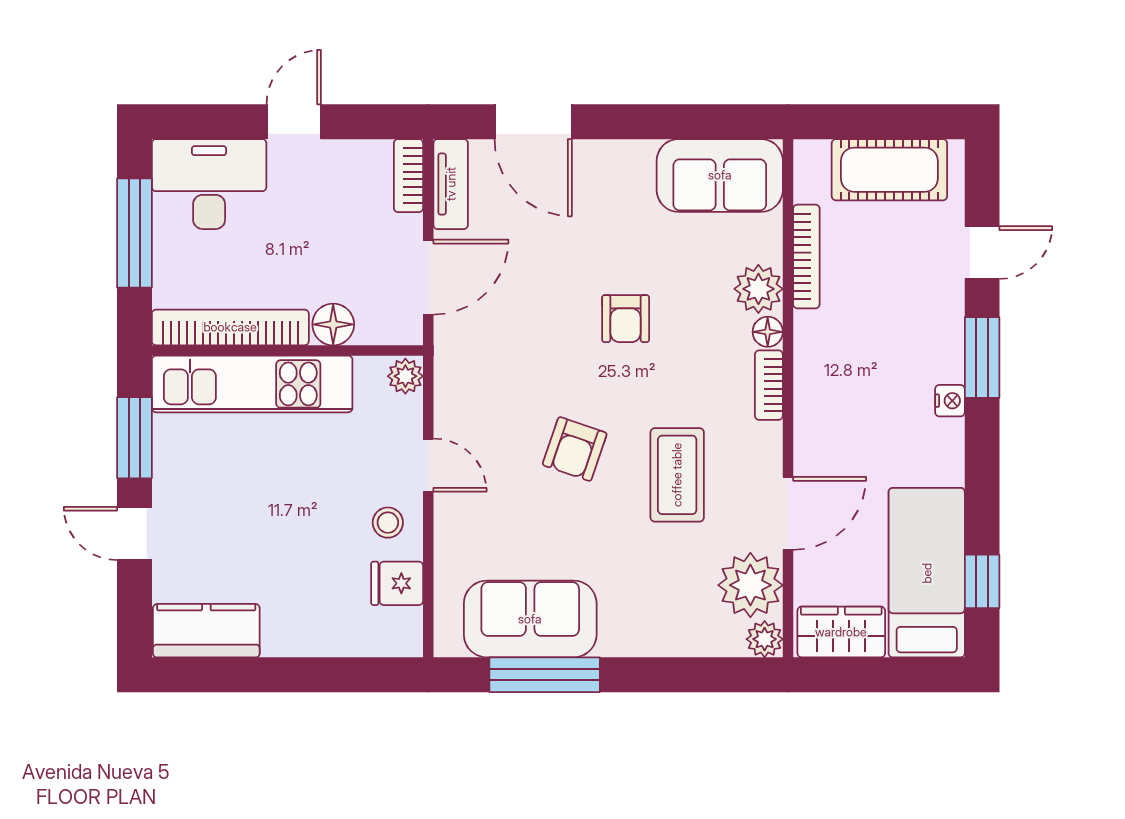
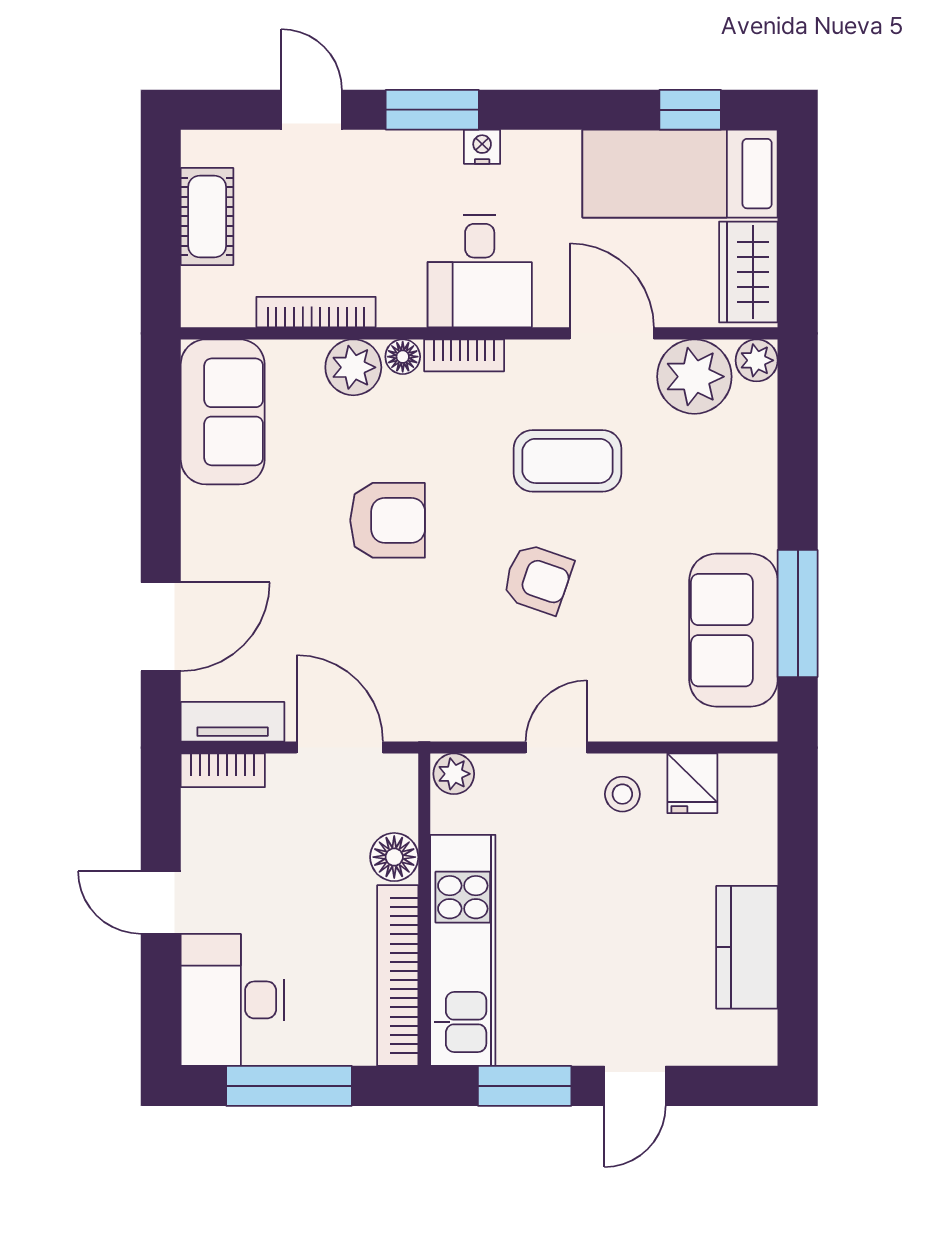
cot: (889, 170) -> (207, 216), width x0.73, depth x0.75
armchair: (626, 319) -> (388, 520), width x1.38, depth x1.38
desk: (842, 399) -> (480, 271), added
kitchen counter: (206, 631) -> (747, 947), moved

